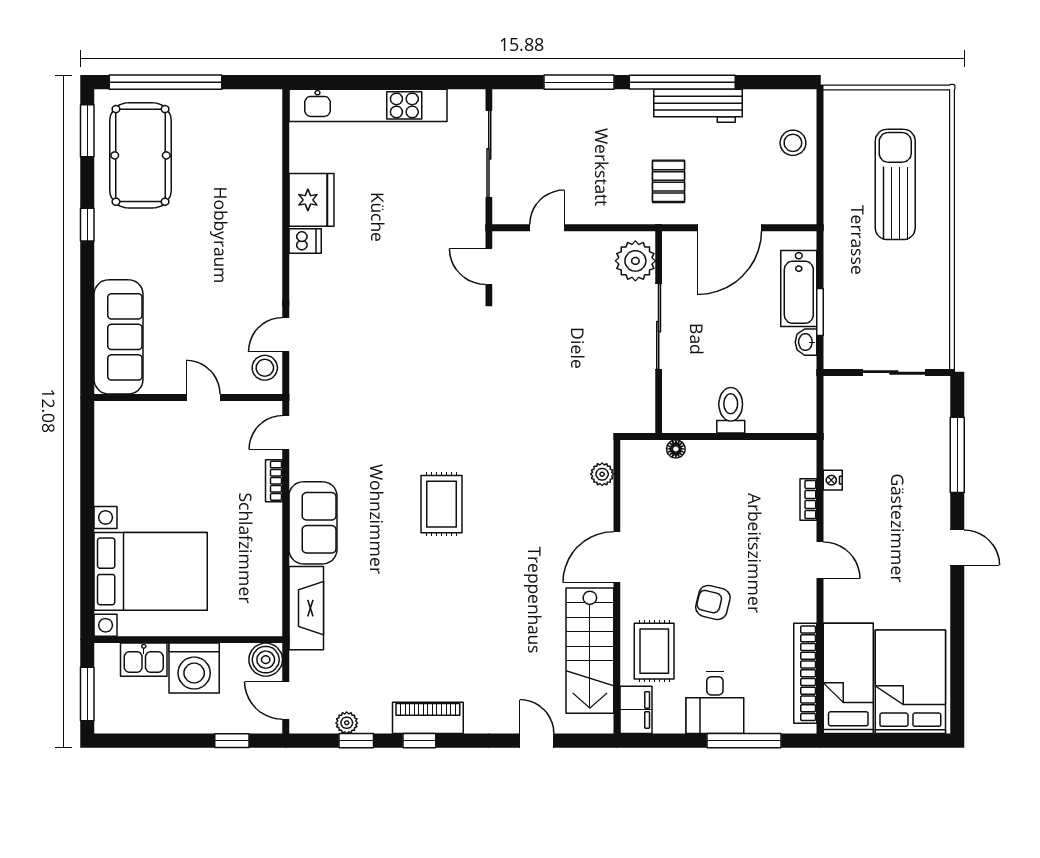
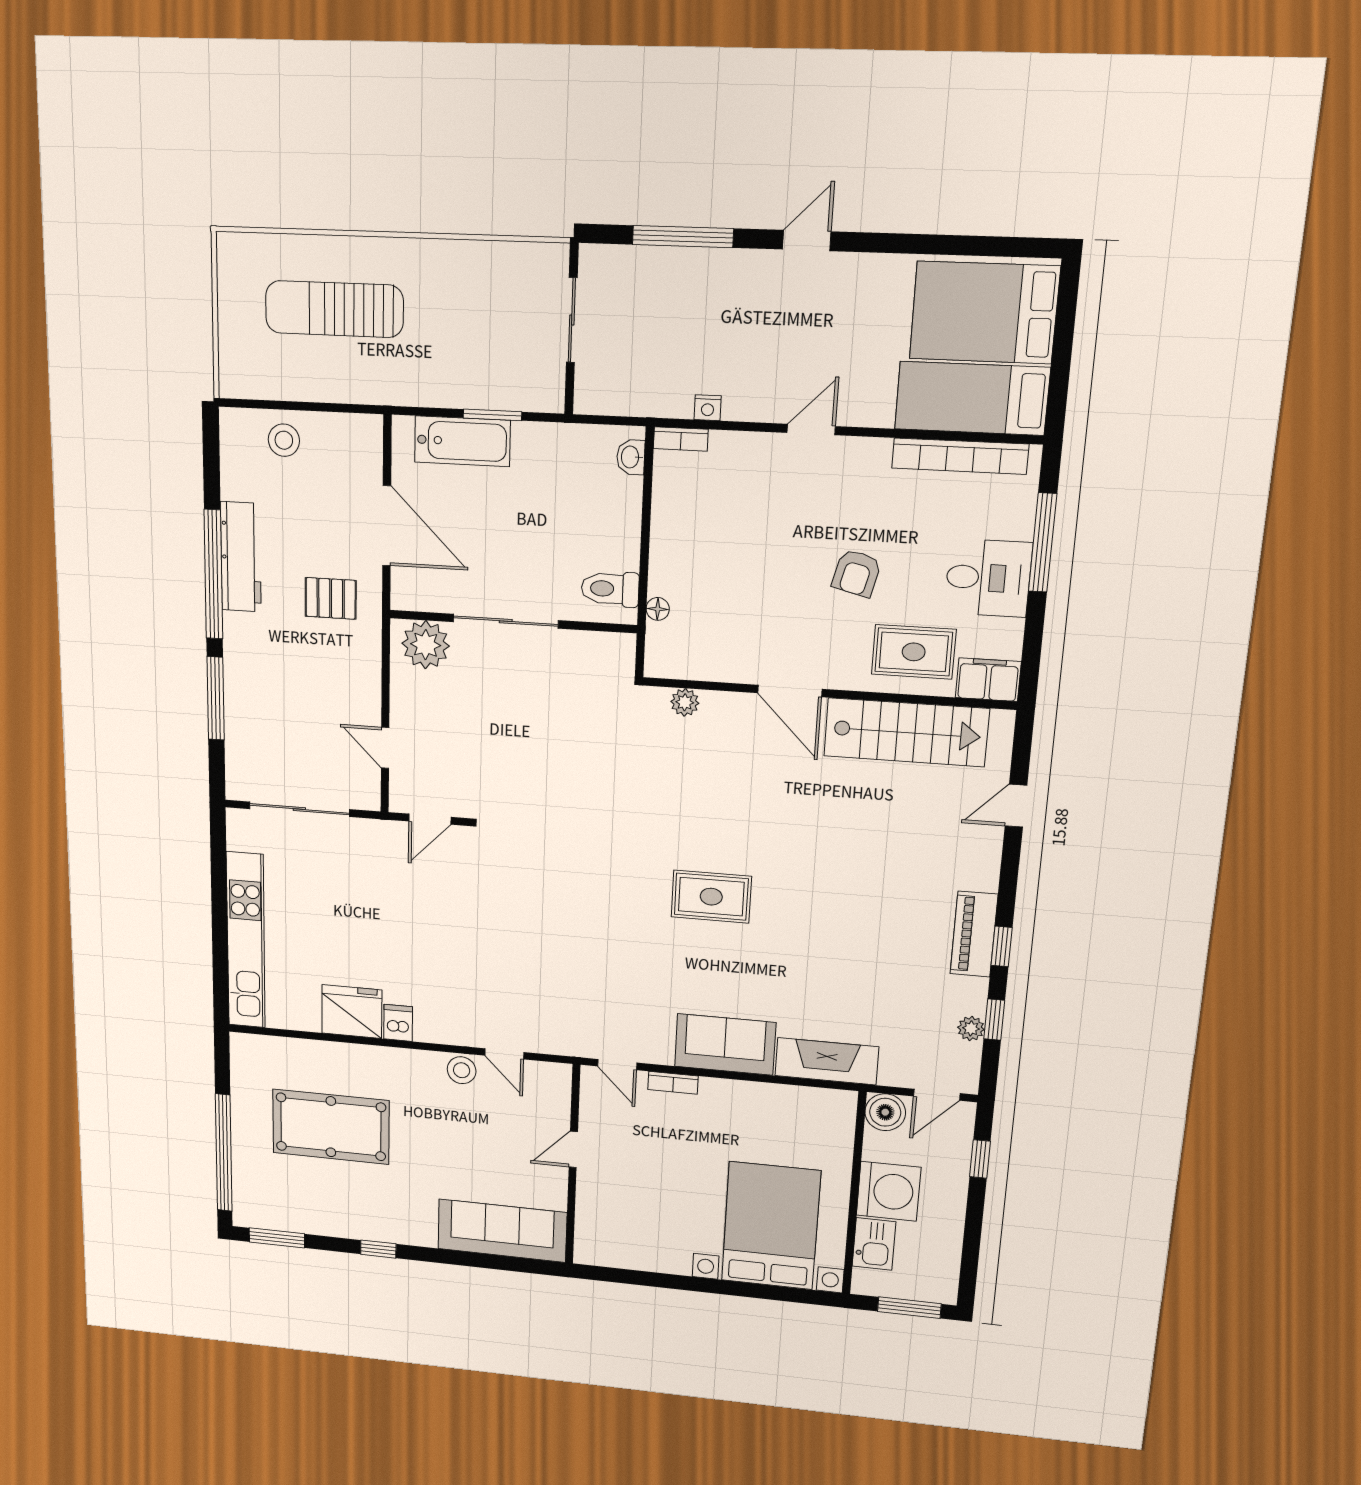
pool table: (140, 155) -> (331, 1127), moved
washbasin: (806, 342) -> (631, 457), moved, turned 90
stool: (265, 368) -> (462, 1070), moved
toilet: (731, 410) -> (610, 589), moved
bookcase: (808, 499) -> (681, 439), moved

